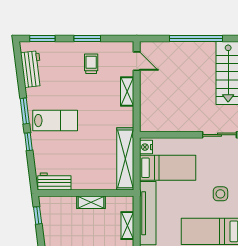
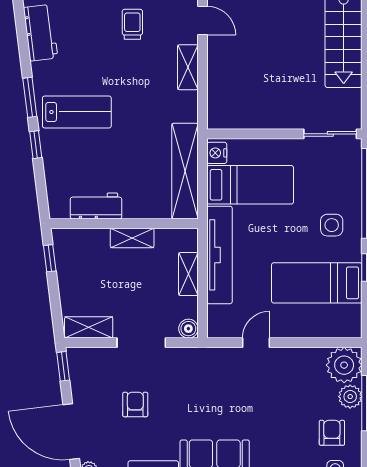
workbench: (54, 181) -> (96, 206), moved

